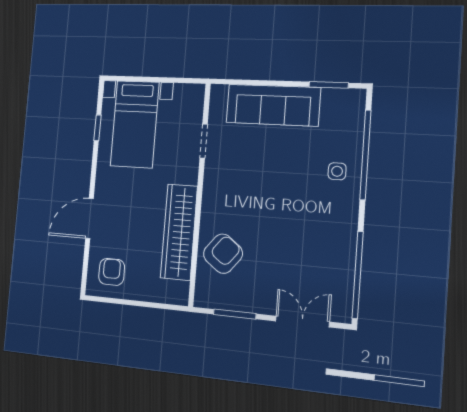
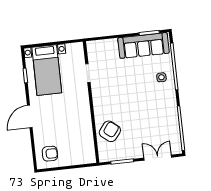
sofa: (273, 105) -> (143, 45), moved
door: (90, 218) -> (30, 116), moved
wardrobe: (179, 232) -> (84, 125), removed
armchair: (112, 272) -> (50, 154), turned 90

